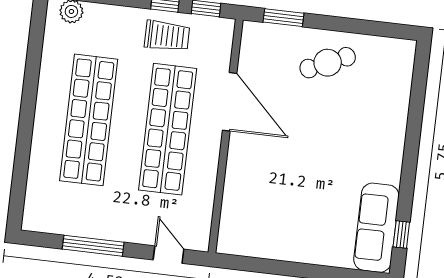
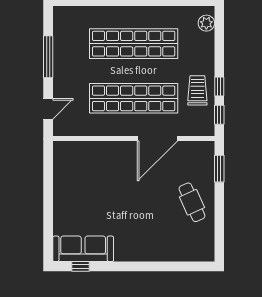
trolley: (167, 36) -> (197, 90), turned 180

